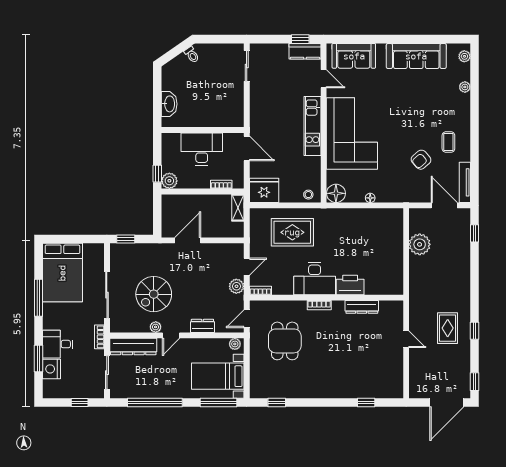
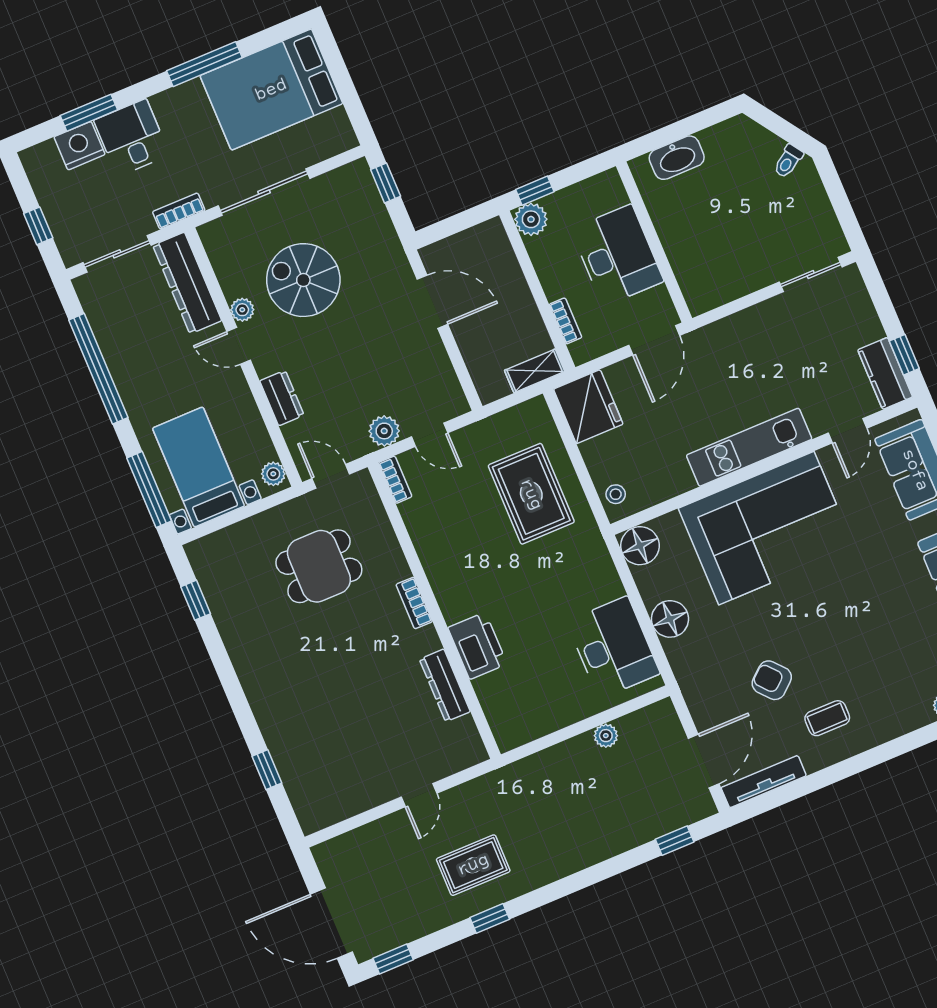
floor lamp: (370, 198) -> (670, 619), width x1.89, depth x1.89
plant: (420, 244) -> (606, 736), width x0.53, depth x0.53
desk: (315, 279) -> (613, 647), moved, turned 180

